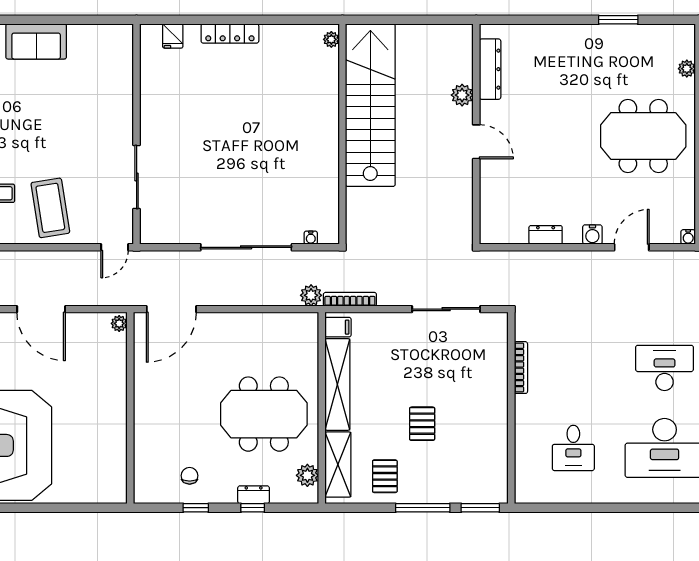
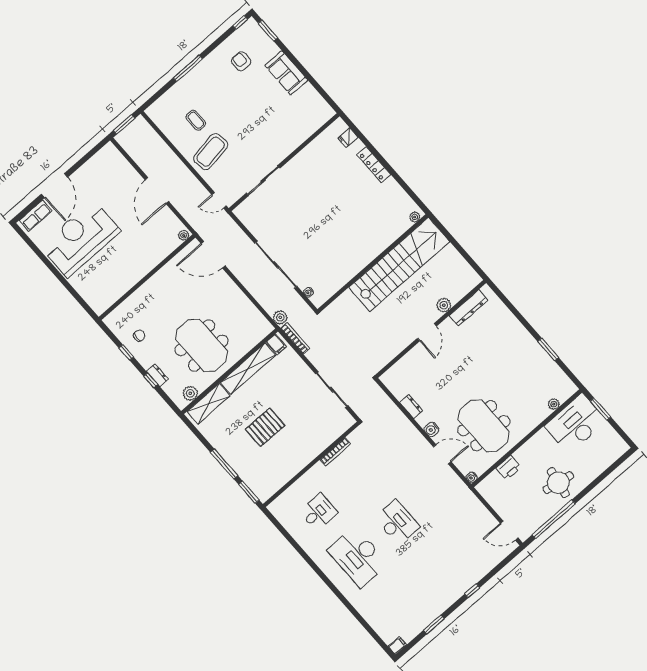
meeting table: (643, 136) -> (484, 426), moved
pallet: (422, 424) -> (265, 427), width x1.50, depth x1.42
desk: (573, 448) -> (318, 512), turned 180
pallet: (385, 476) -> (223, 432), removed

